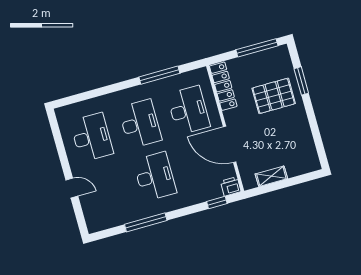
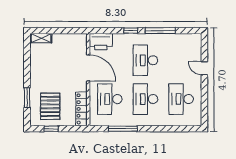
window: (257, 48) -> (51, 129), width x0.46
pallet: (274, 96) -> (50, 106), moved, turned 90
shelving: (271, 176) -> (41, 38), moved
printer: (231, 186) -> (101, 42), width x1.87, depth x1.48
window: (217, 202) -> (131, 31), moved

